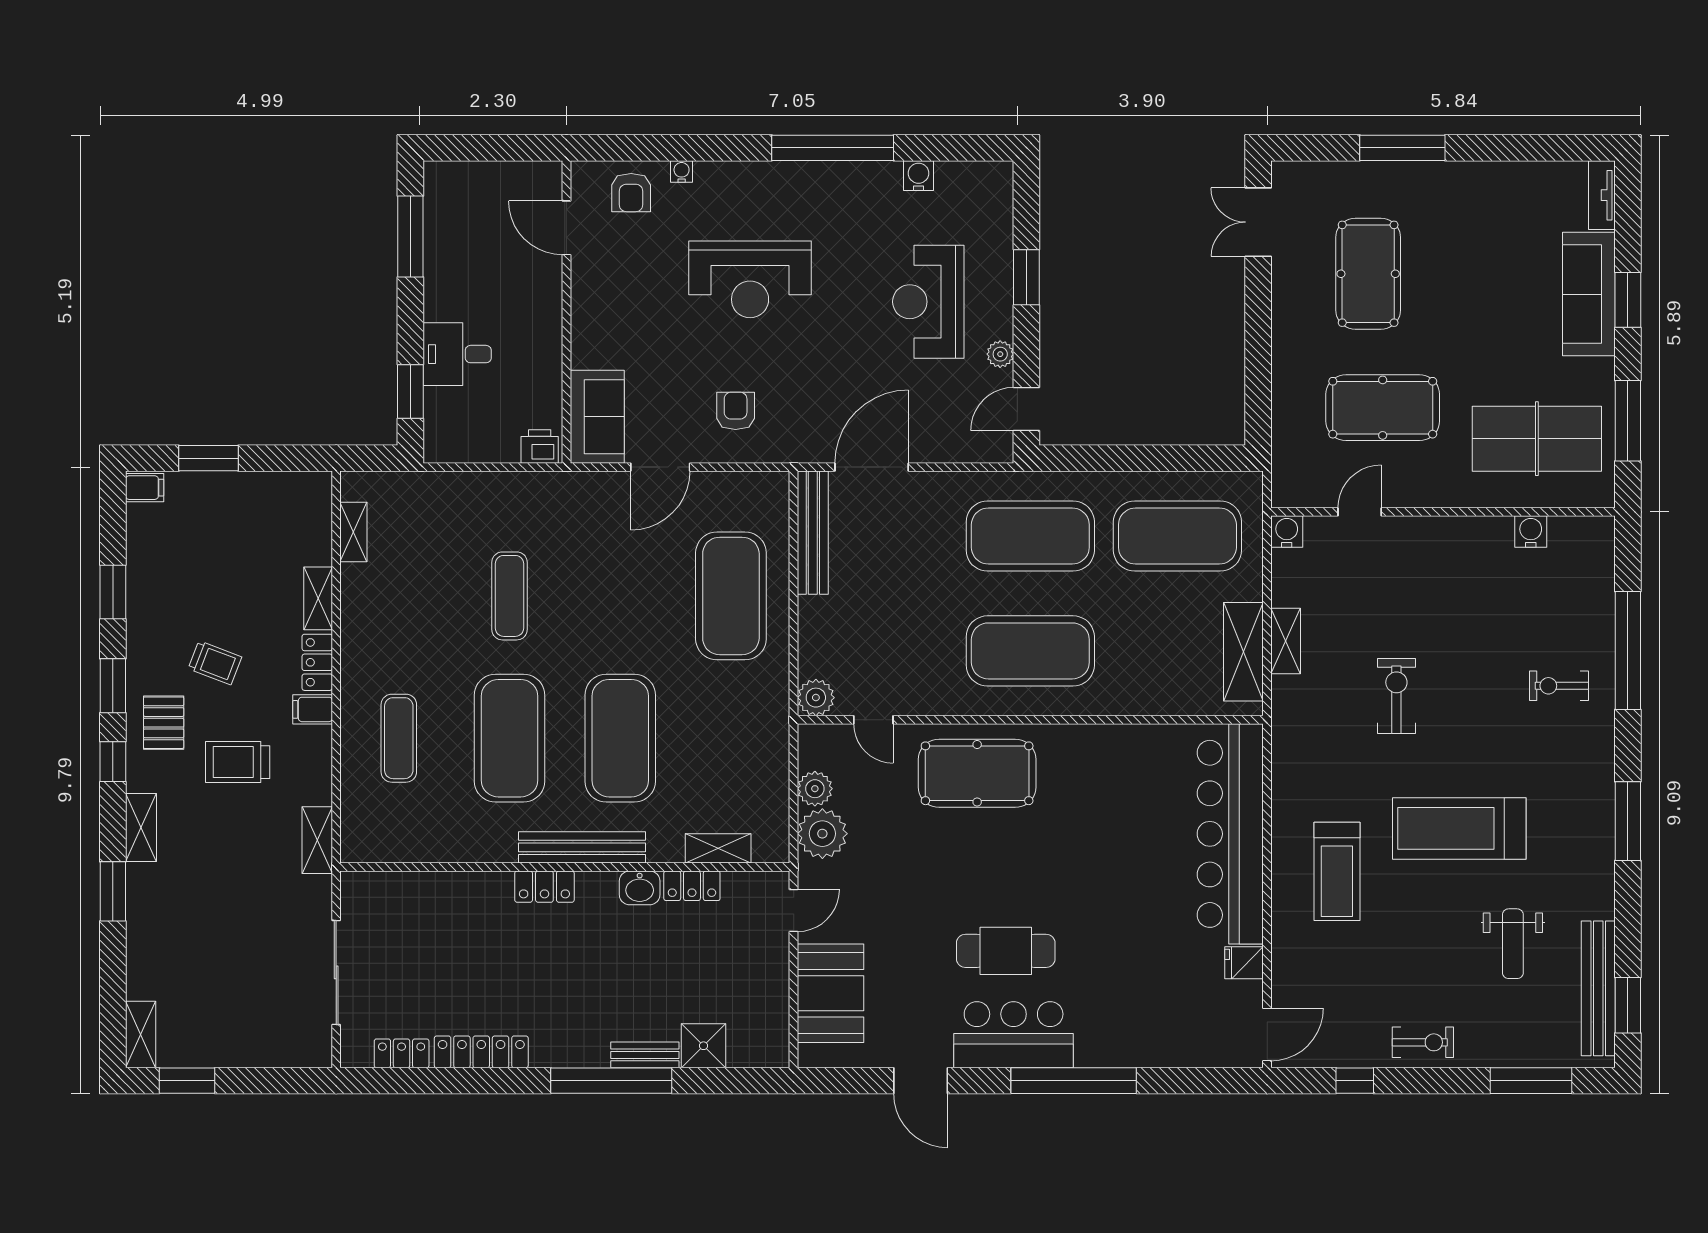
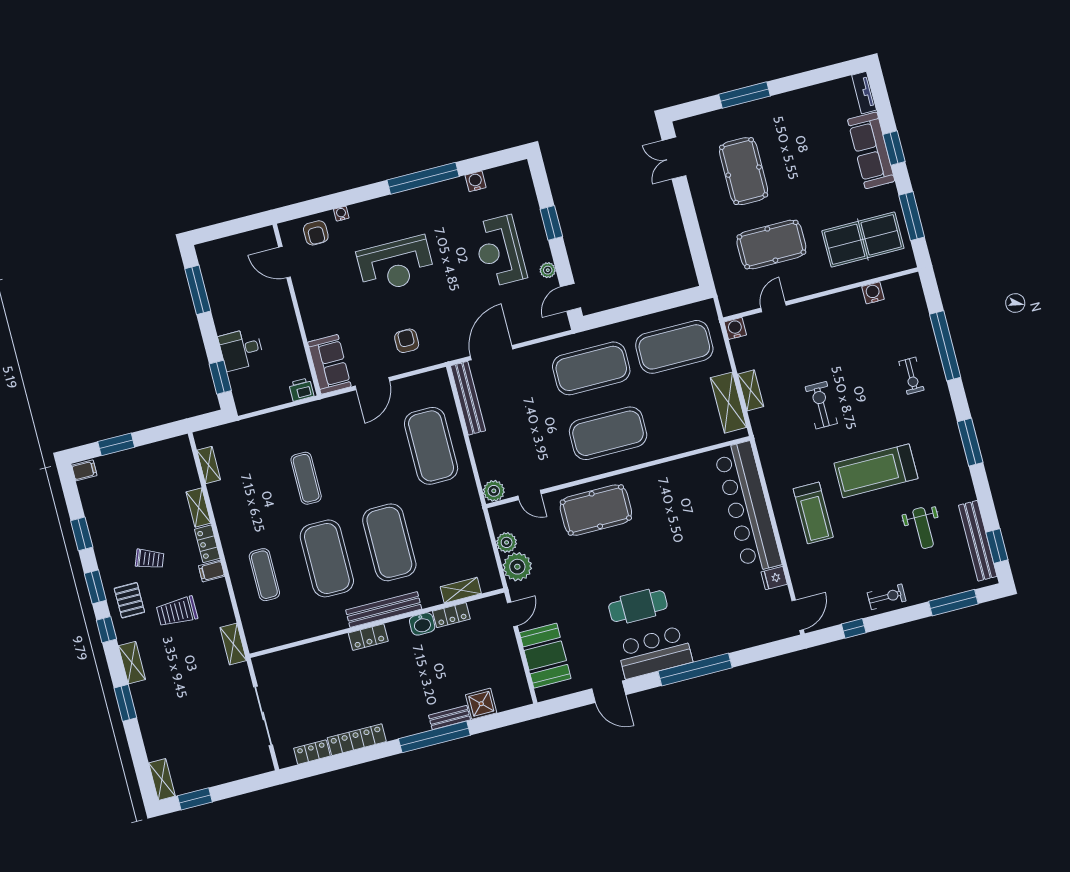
exercise bike: (1559, 686) -> (911, 376), turned -90

